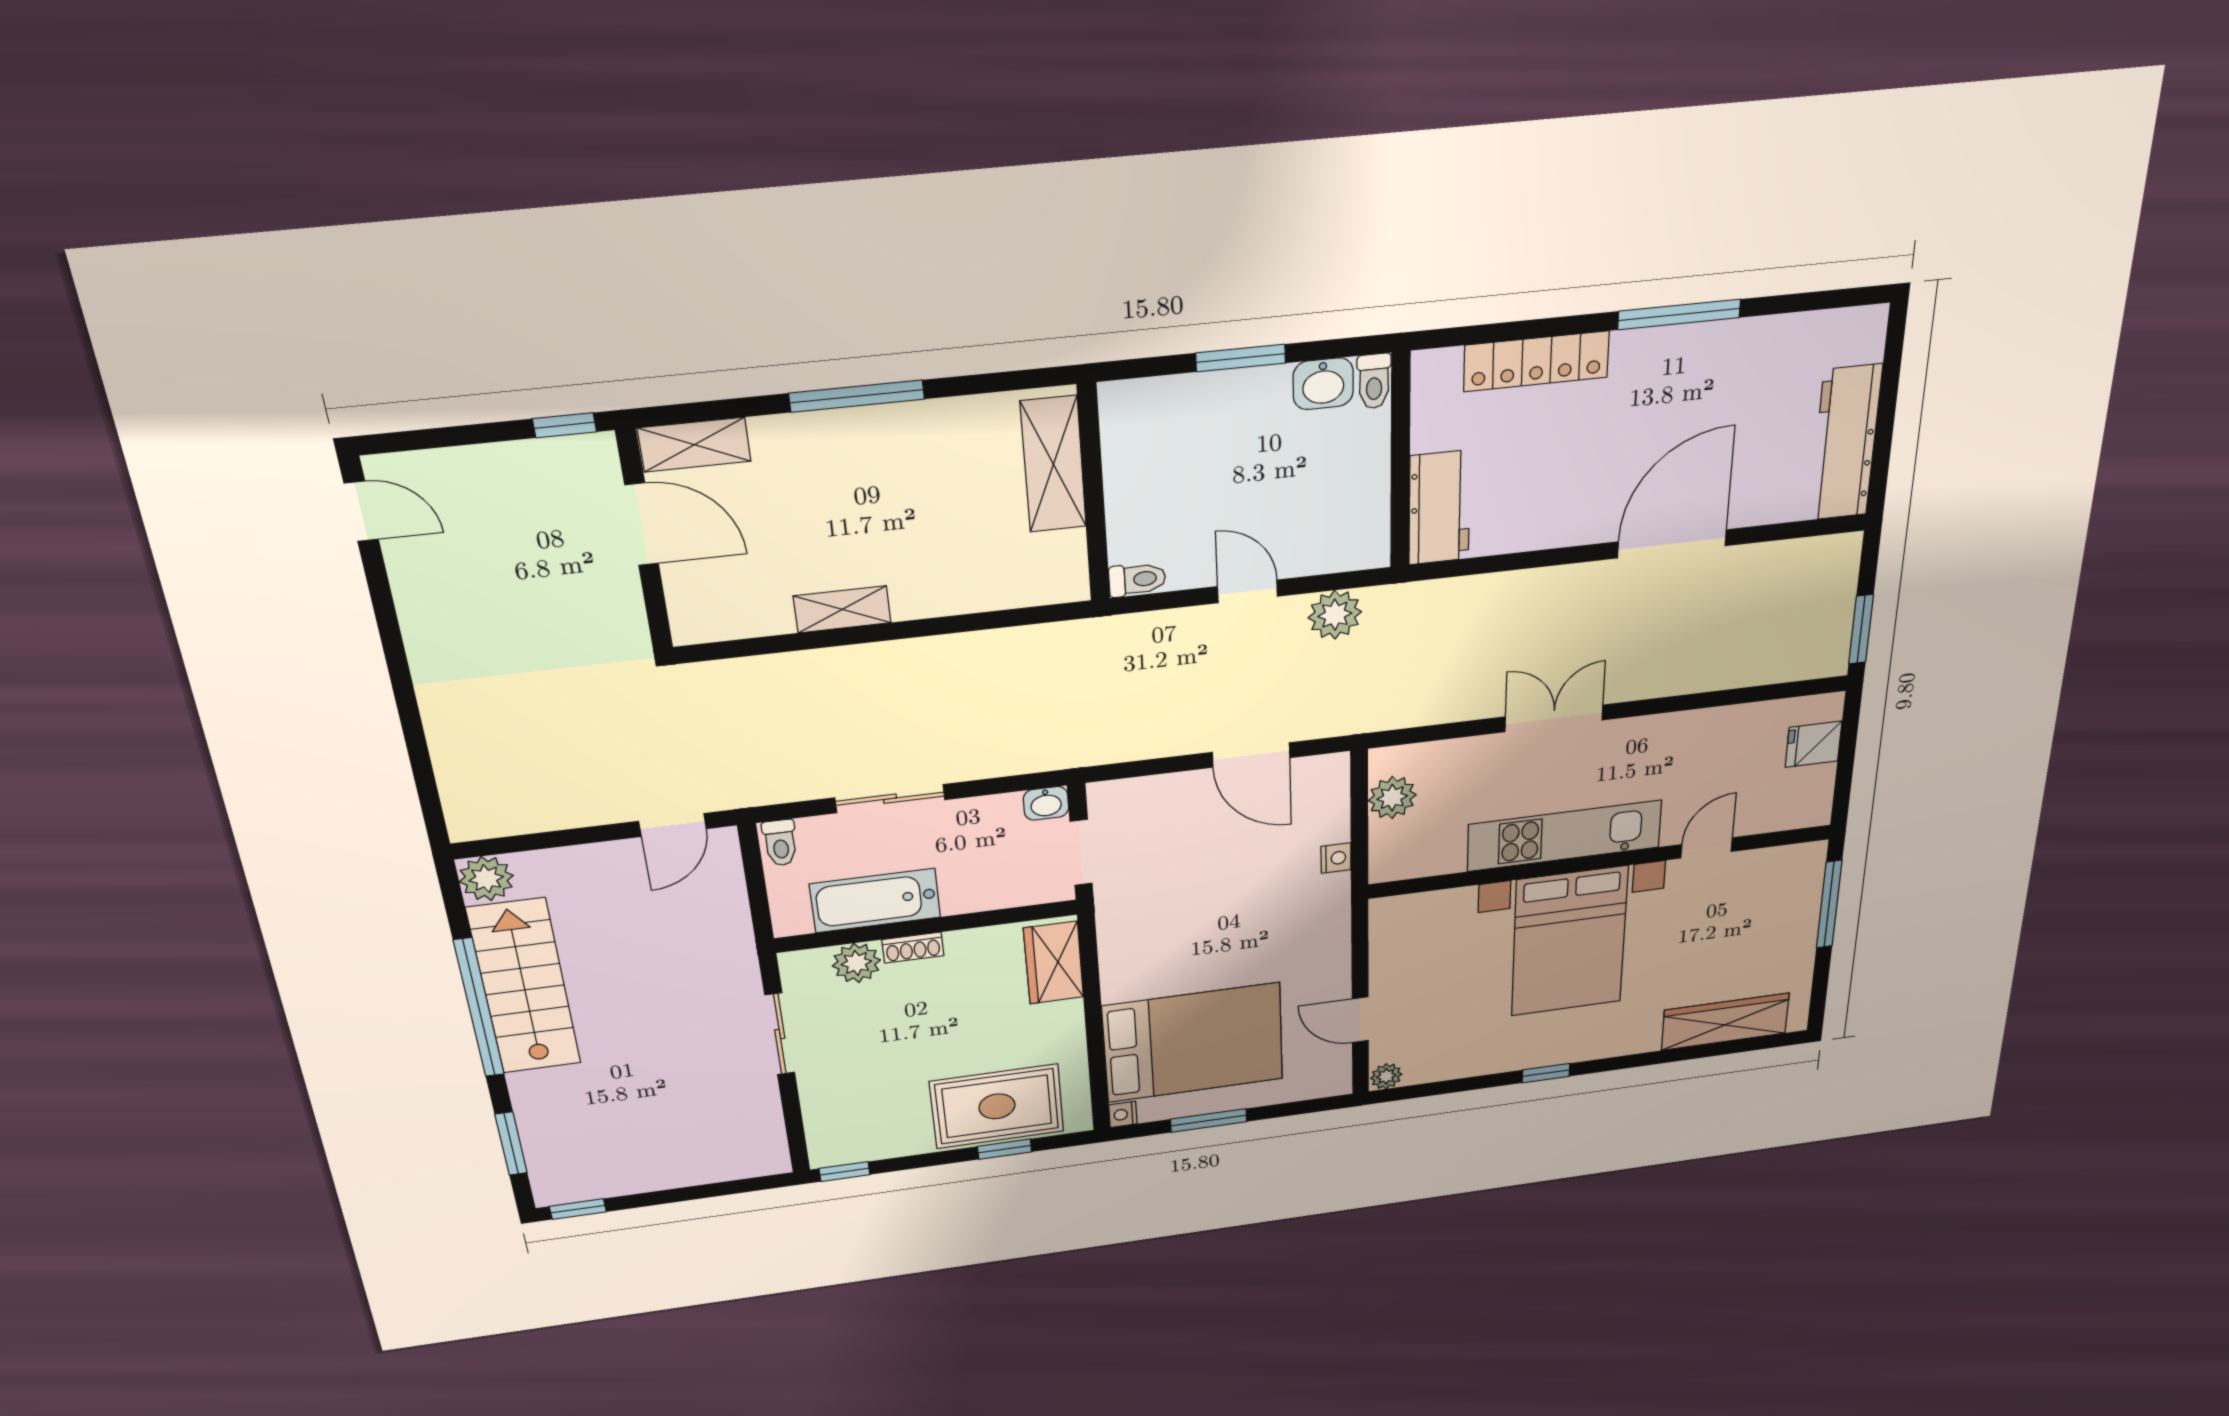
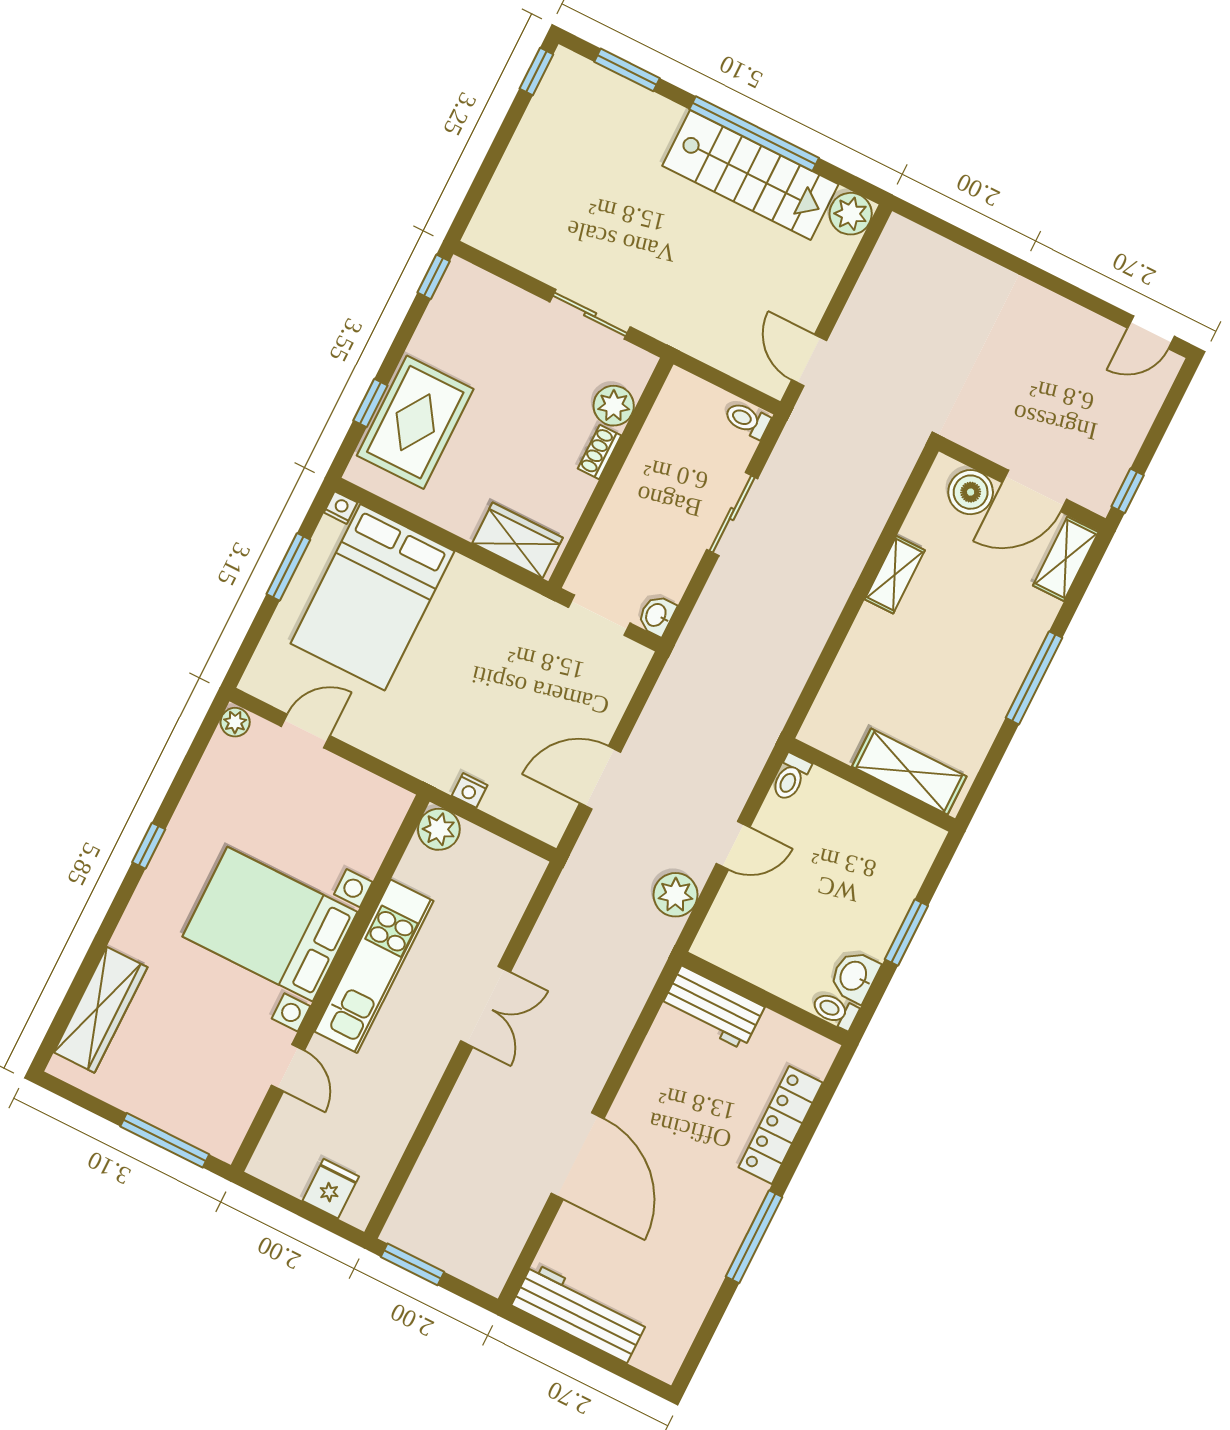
boiler: (693, 589) -> (971, 492), added
plant: (1392, 798) -> (439, 829), moved
bathtub: (875, 901) -> (657, 452), removed

